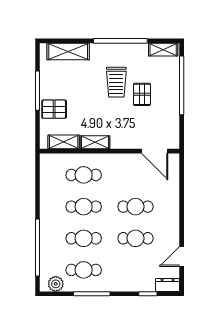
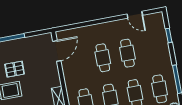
dresser: (168, 285) -> (159, 21), removed

